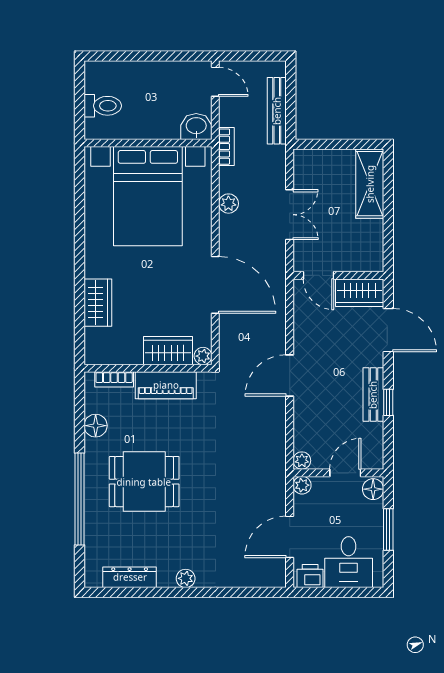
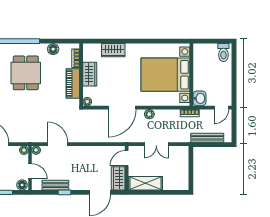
toilet: (103, 106) -> (223, 53), moved
shelving: (370, 184) -> (145, 183), moved
plant: (228, 204) -> (149, 114), moved
wardrobe: (168, 351) -> (90, 74), moved
door: (290, 375) -> (58, 144), moved
bench: (373, 395) -> (55, 185), moved

